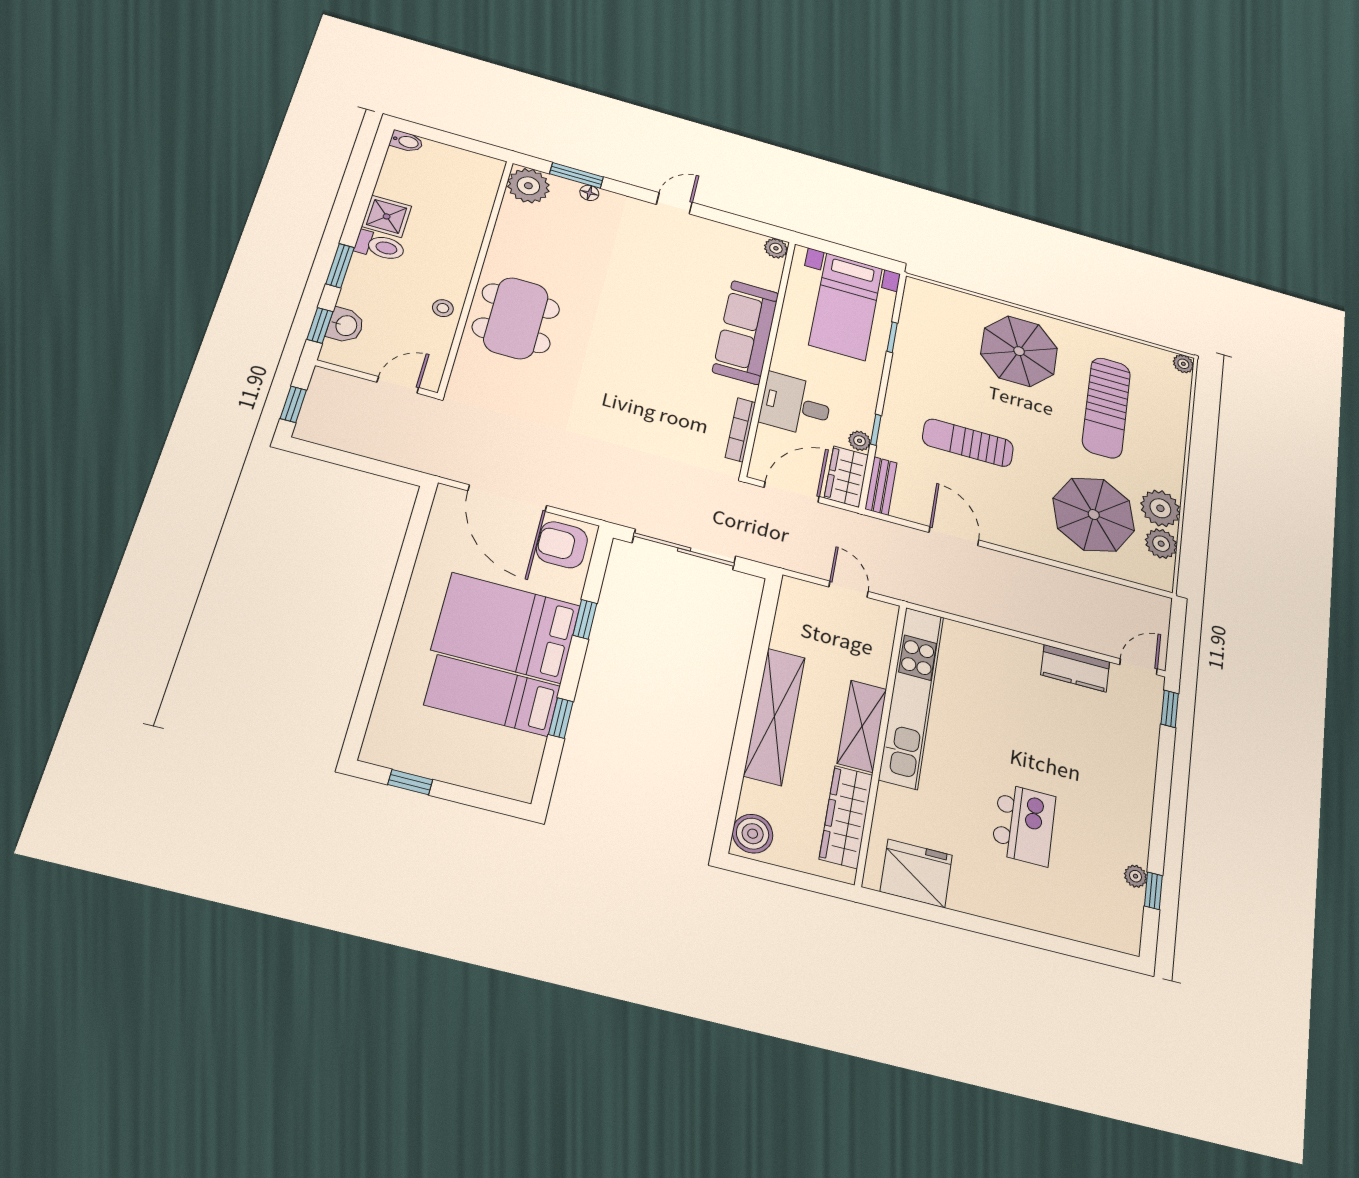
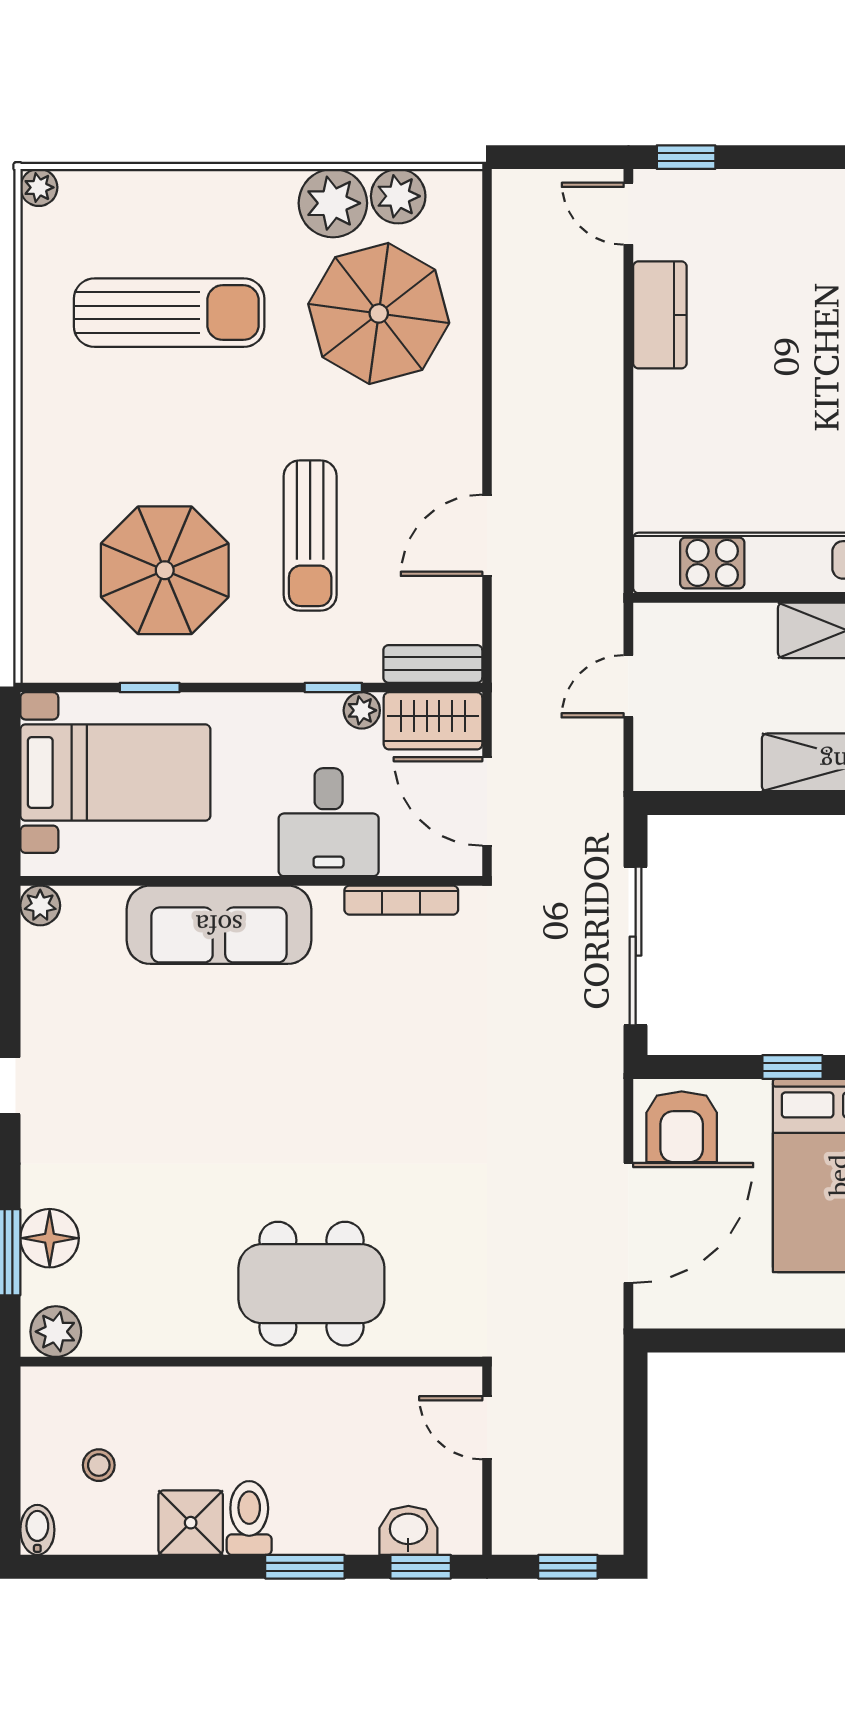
plant: (528, 186) -> (56, 1332), width x0.73, depth x0.73
floor lamp: (589, 193) -> (50, 1238), width x1.89, depth x1.89
stool: (443, 308) -> (99, 1465), moved
parasol: (1019, 351) -> (165, 570), moved

